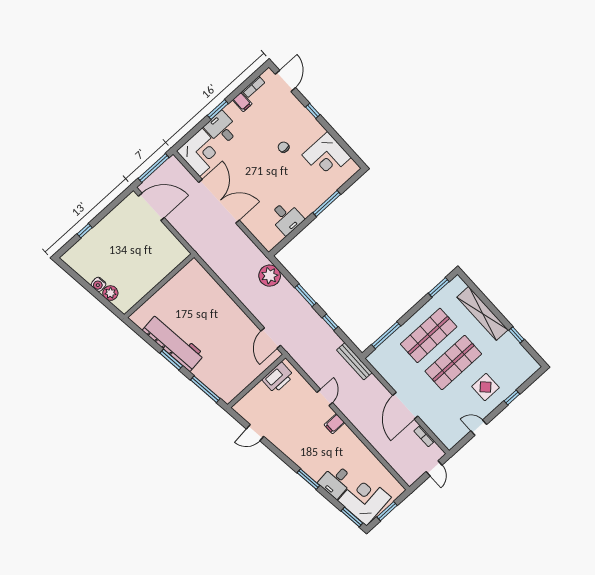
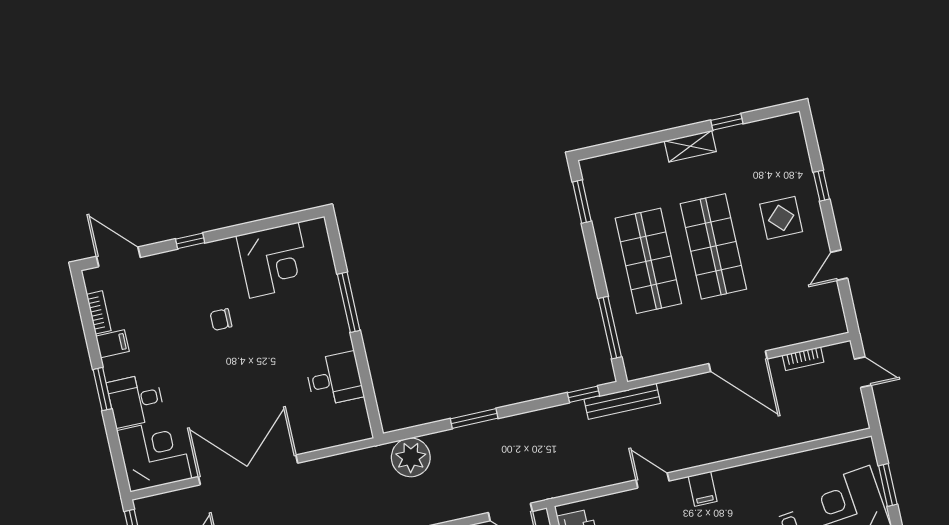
shelving: (483, 313) -> (690, 146), width x0.45, depth x0.75
window: (330, 322) -> (584, 394), moved

